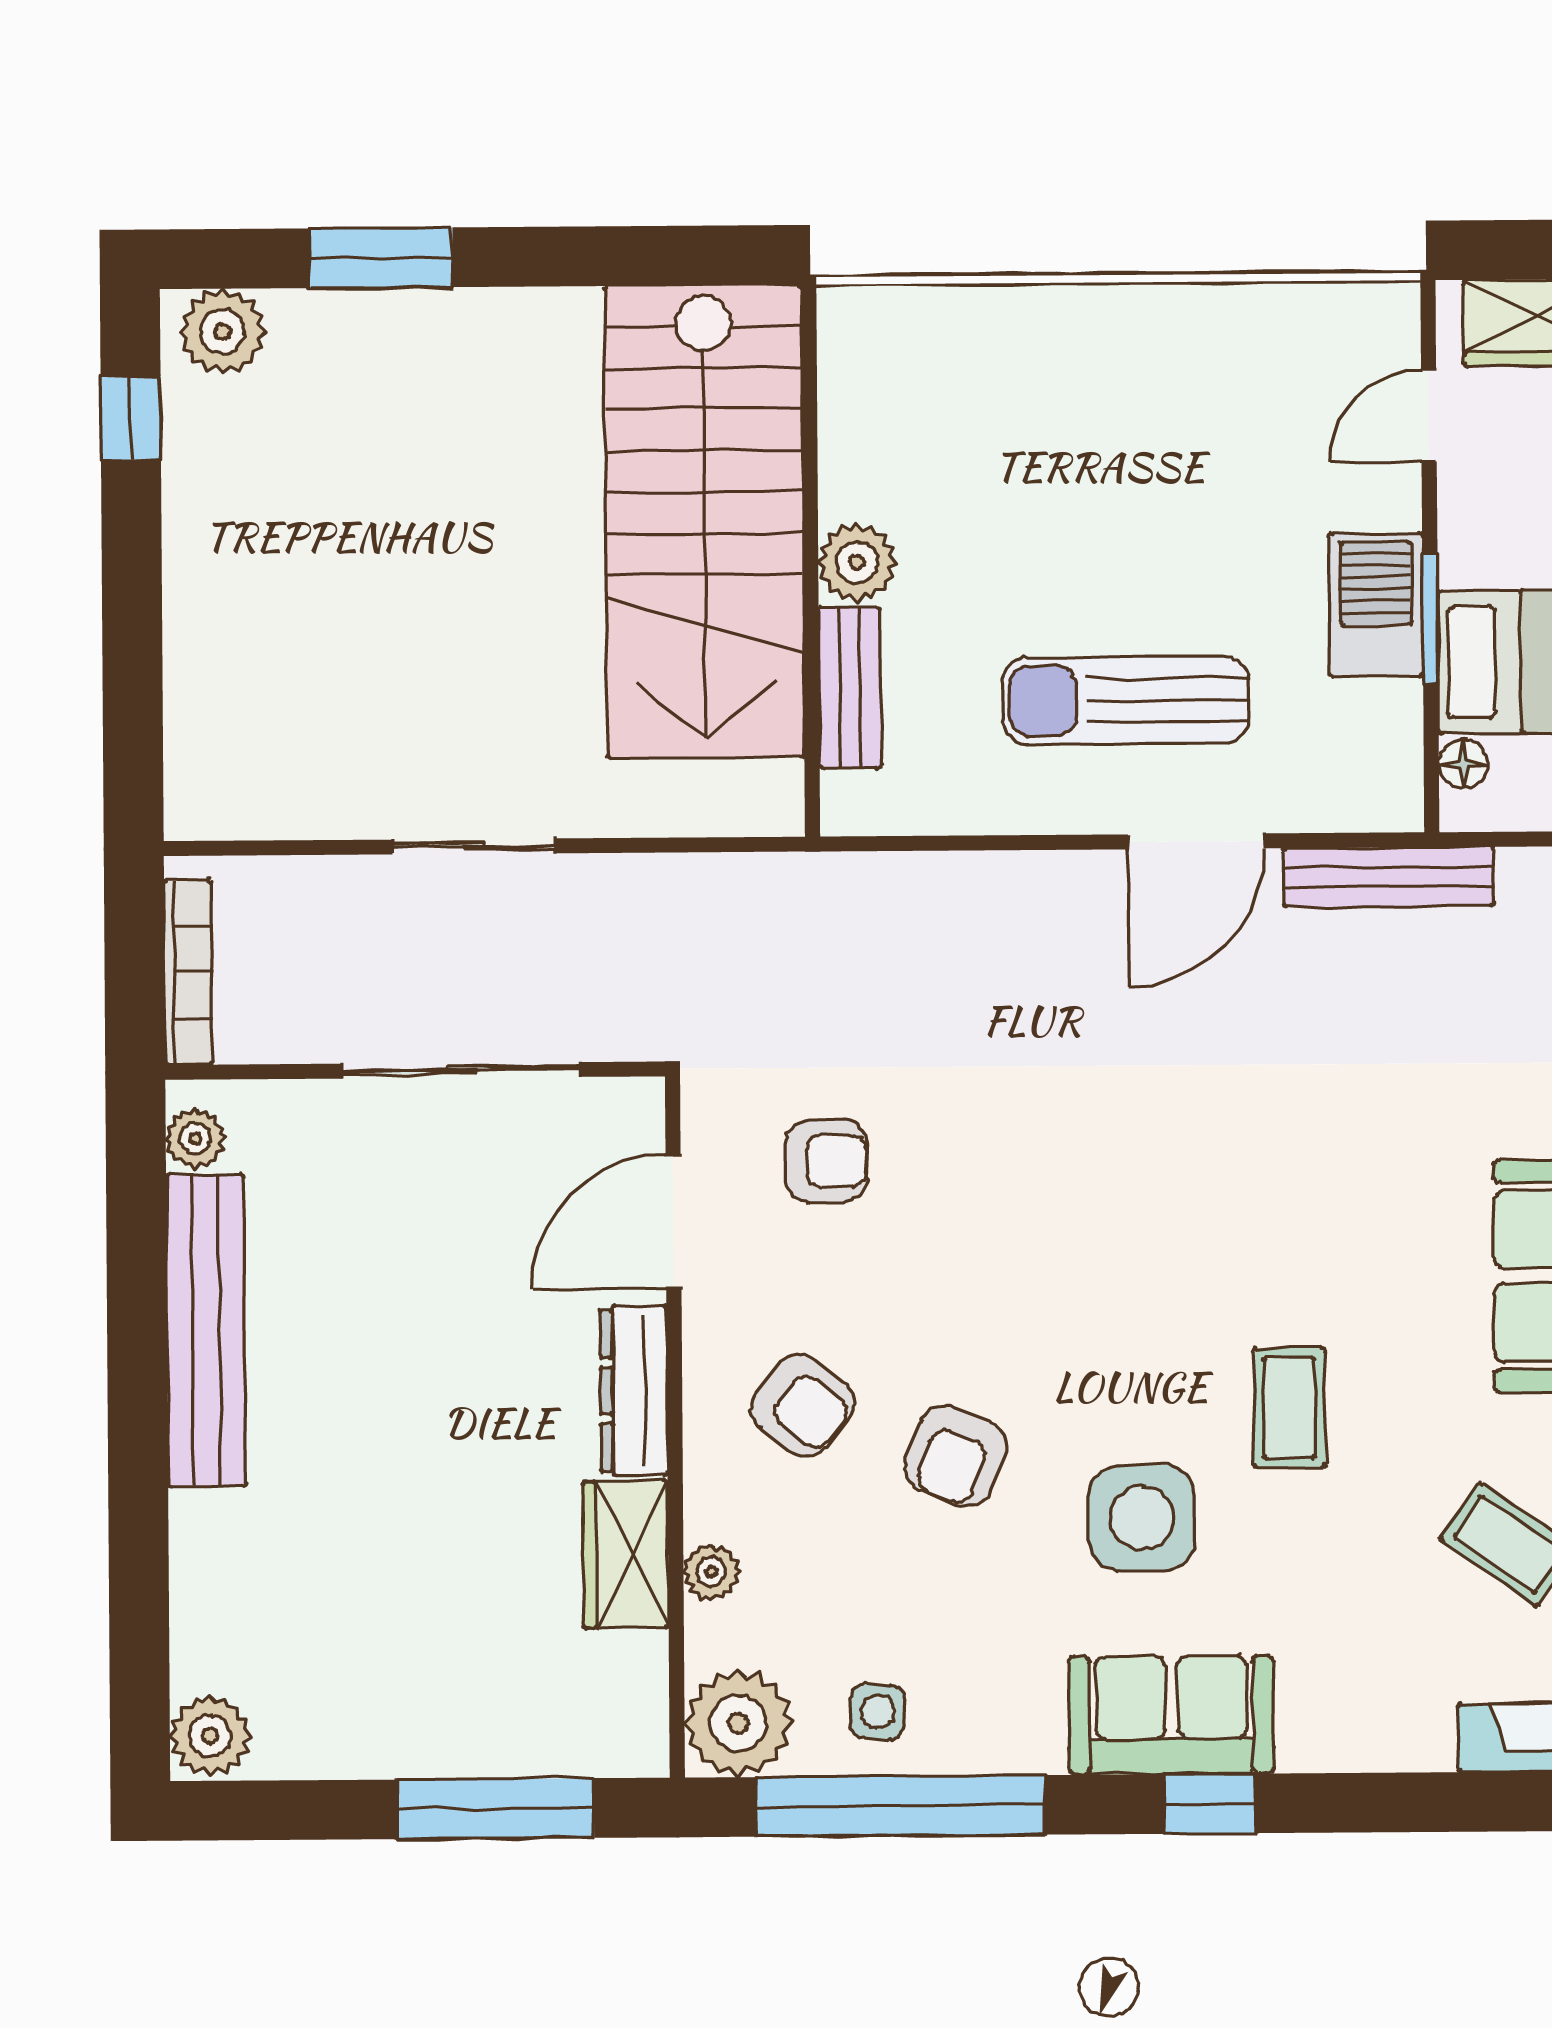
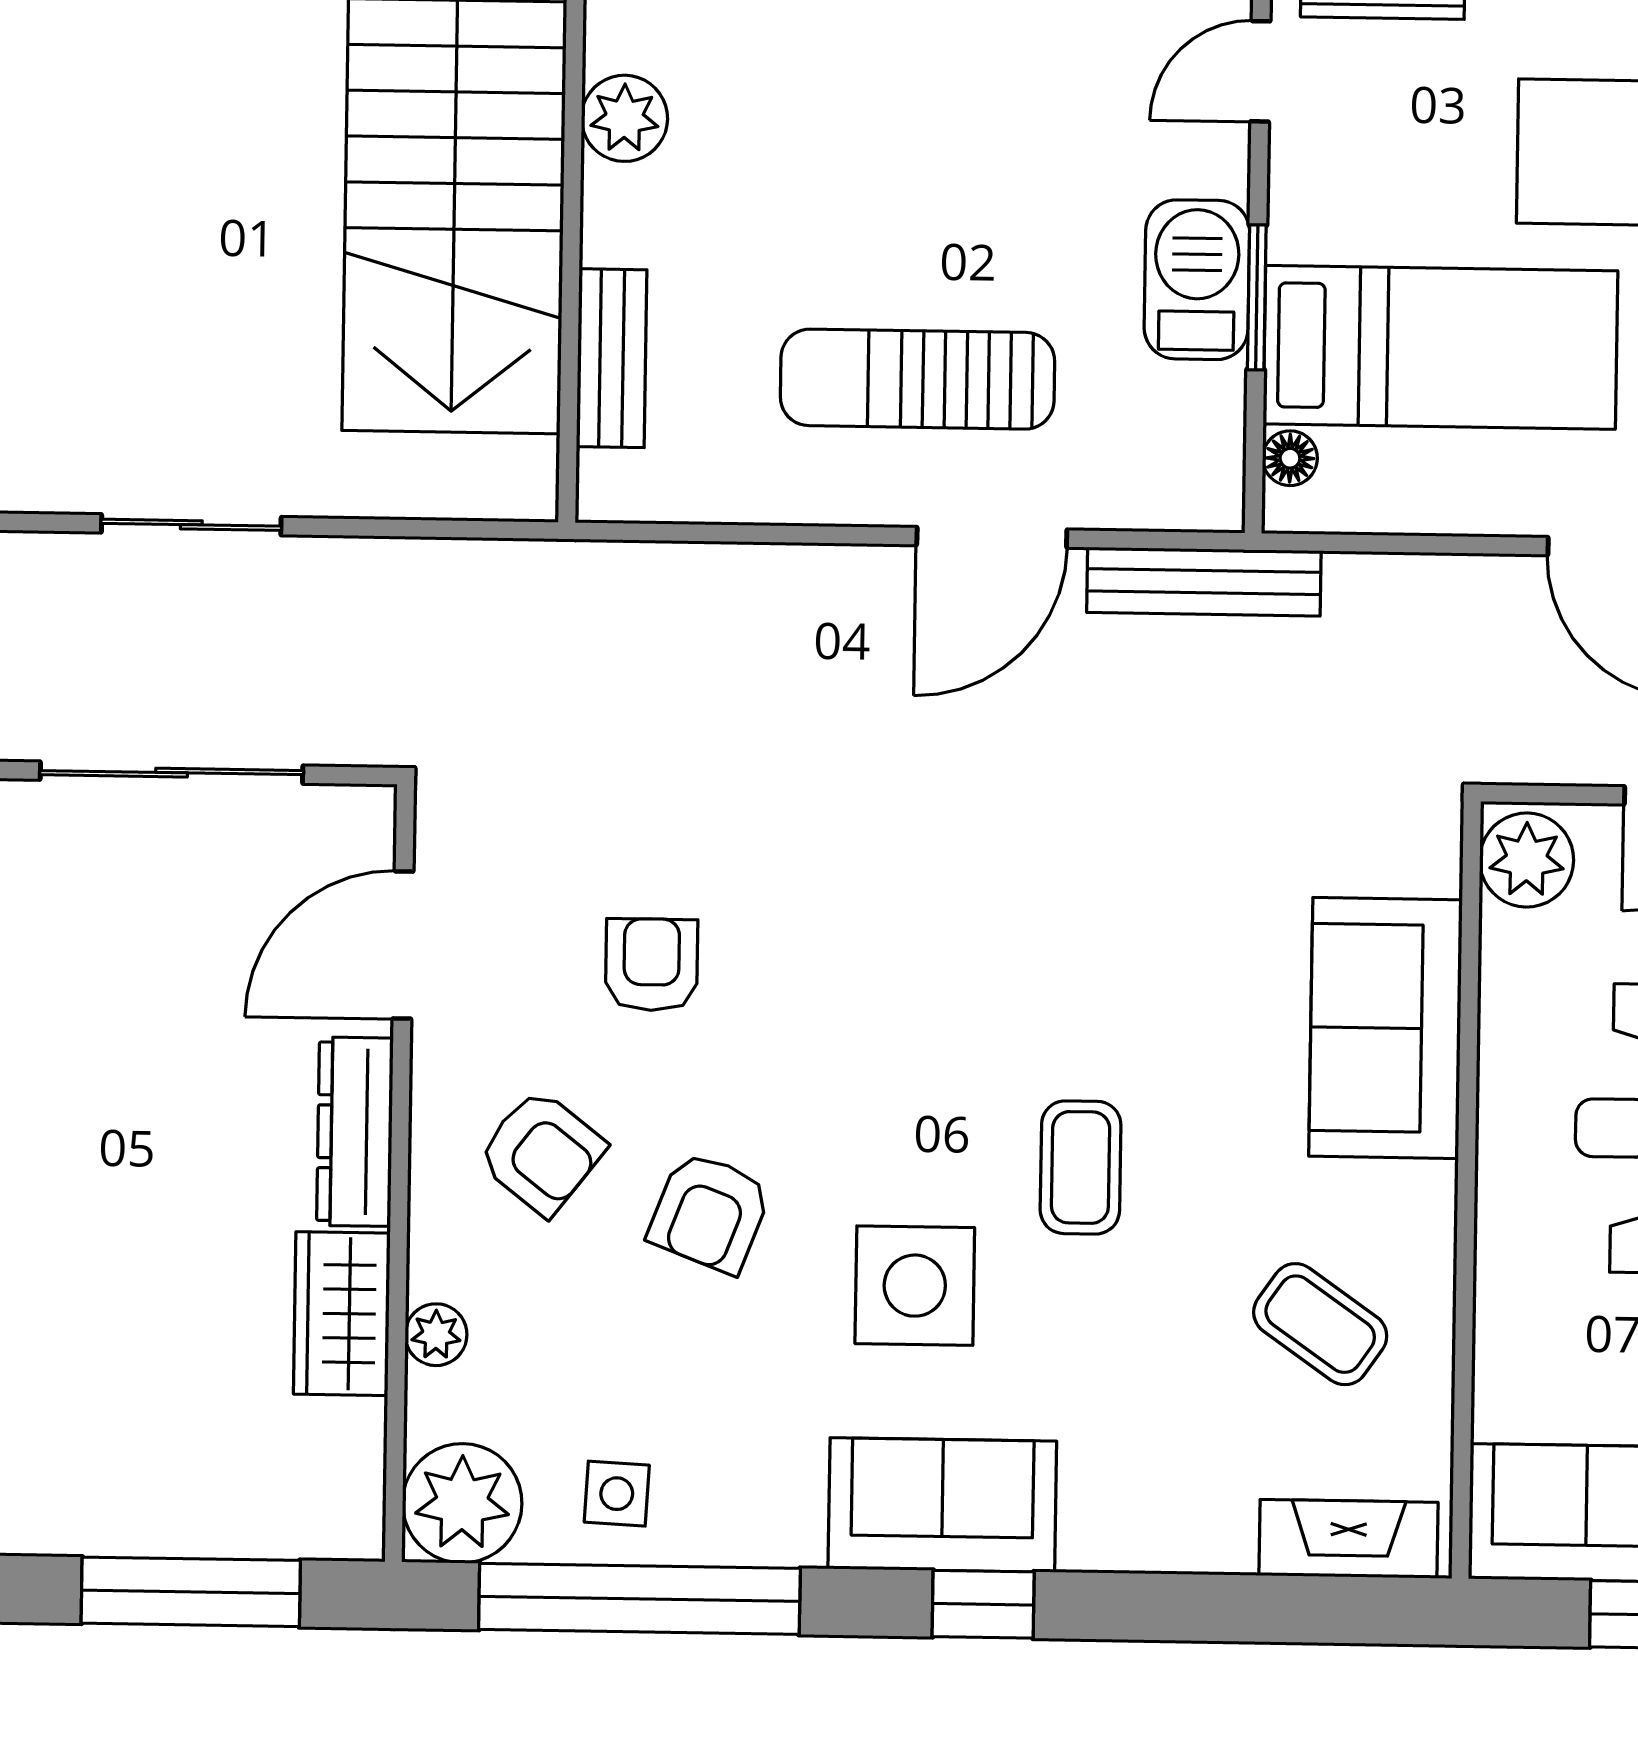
plant: (857, 562) -> (624, 118), moved
armchair: (826, 1161) -> (652, 965), moved, turned -90

